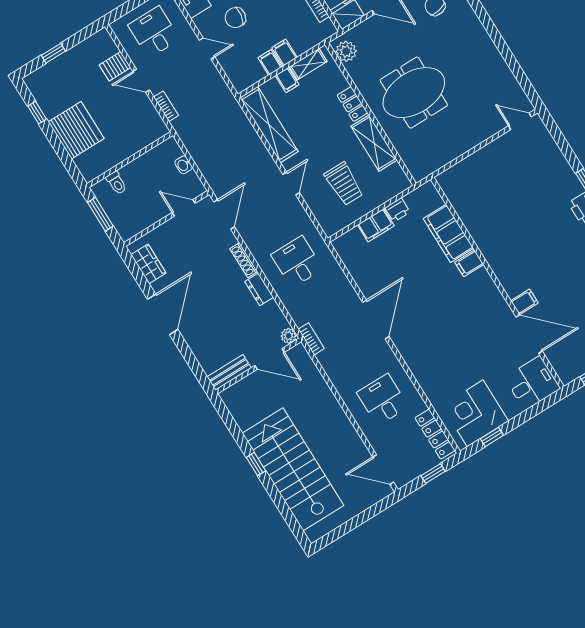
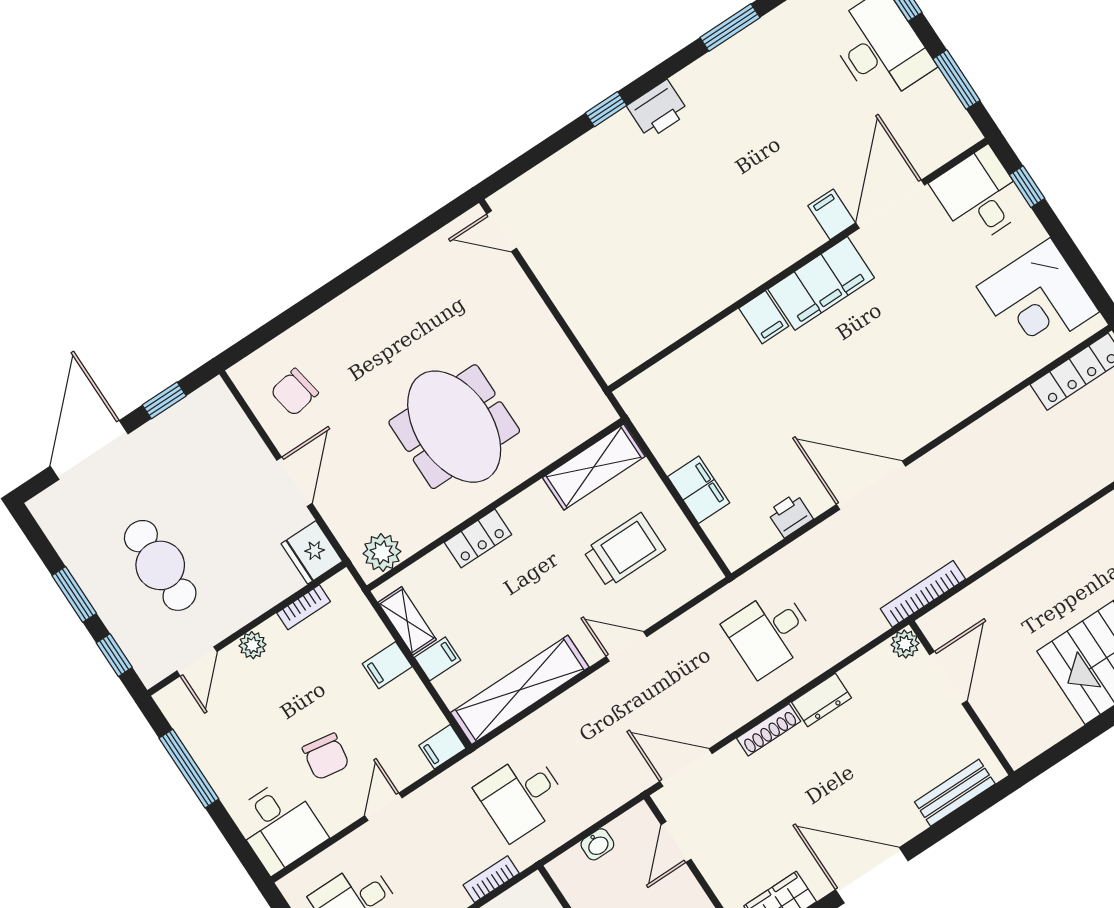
filing cabinet: (270, 62) -> (442, 747), moved
door: (520, 121) -> (502, 231), hinge flipped
shelving: (374, 143) -> (594, 467), moved
printer: (398, 210) -> (790, 515), moved, turned -90
filing cabinet: (448, 233) -> (821, 283), moved
bookcase: (311, 339) -> (923, 594), width x1.56
bench: (229, 372) -> (955, 793), moved, turned 90
desk: (383, 400) -> (521, 796), moved
window: (492, 437) -> (1027, 187), moved

